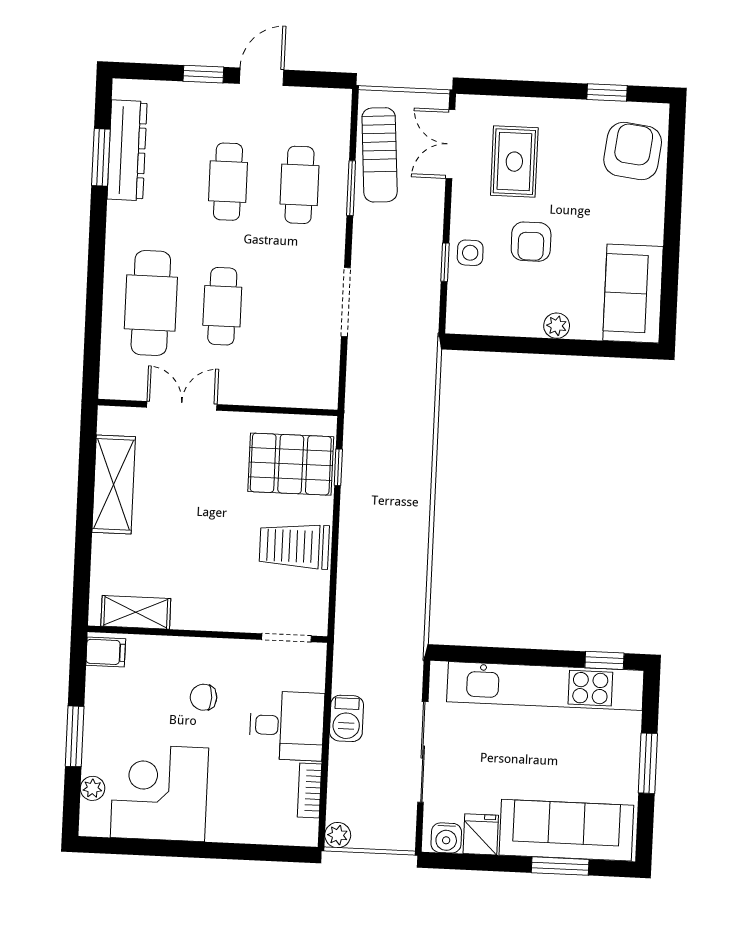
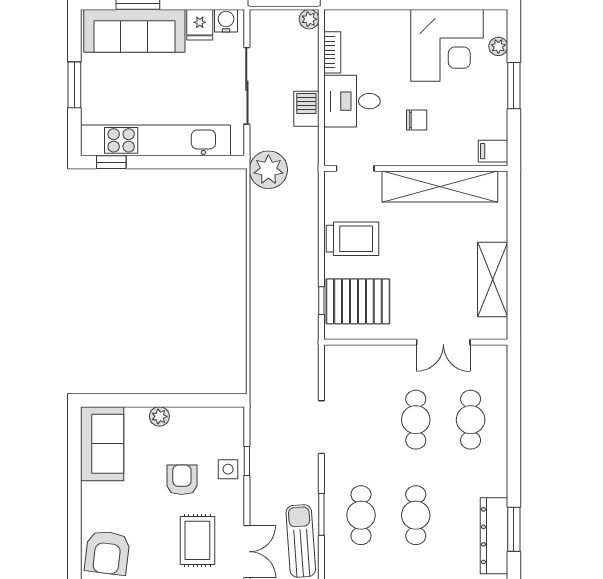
cafe table: (151, 303) -> (471, 420), width x0.73, depth x0.74
shelving: (136, 612) -> (440, 187), width x2.20, depth x1.33
plant: (400, 641) -> (268, 170), added

